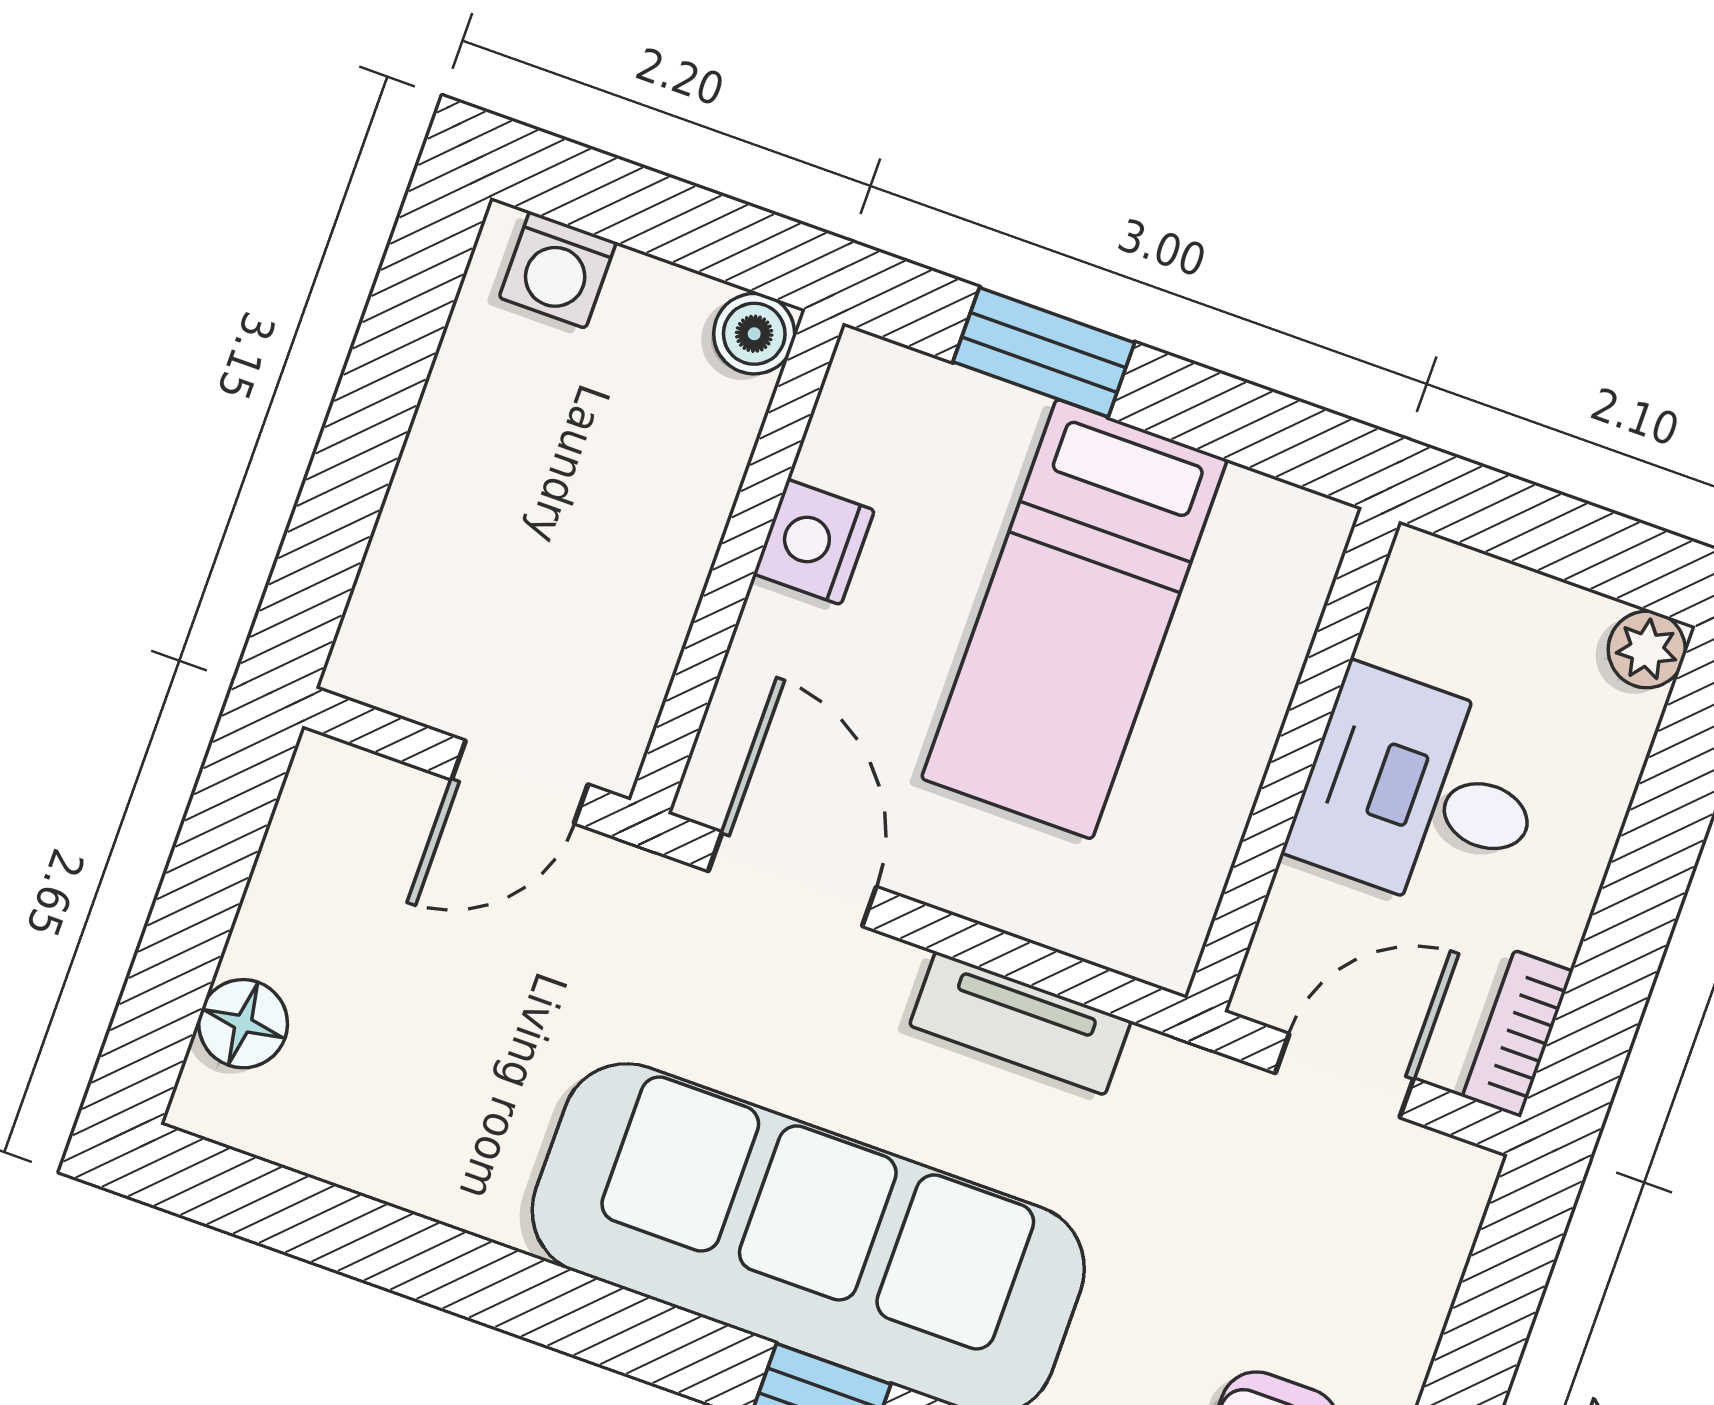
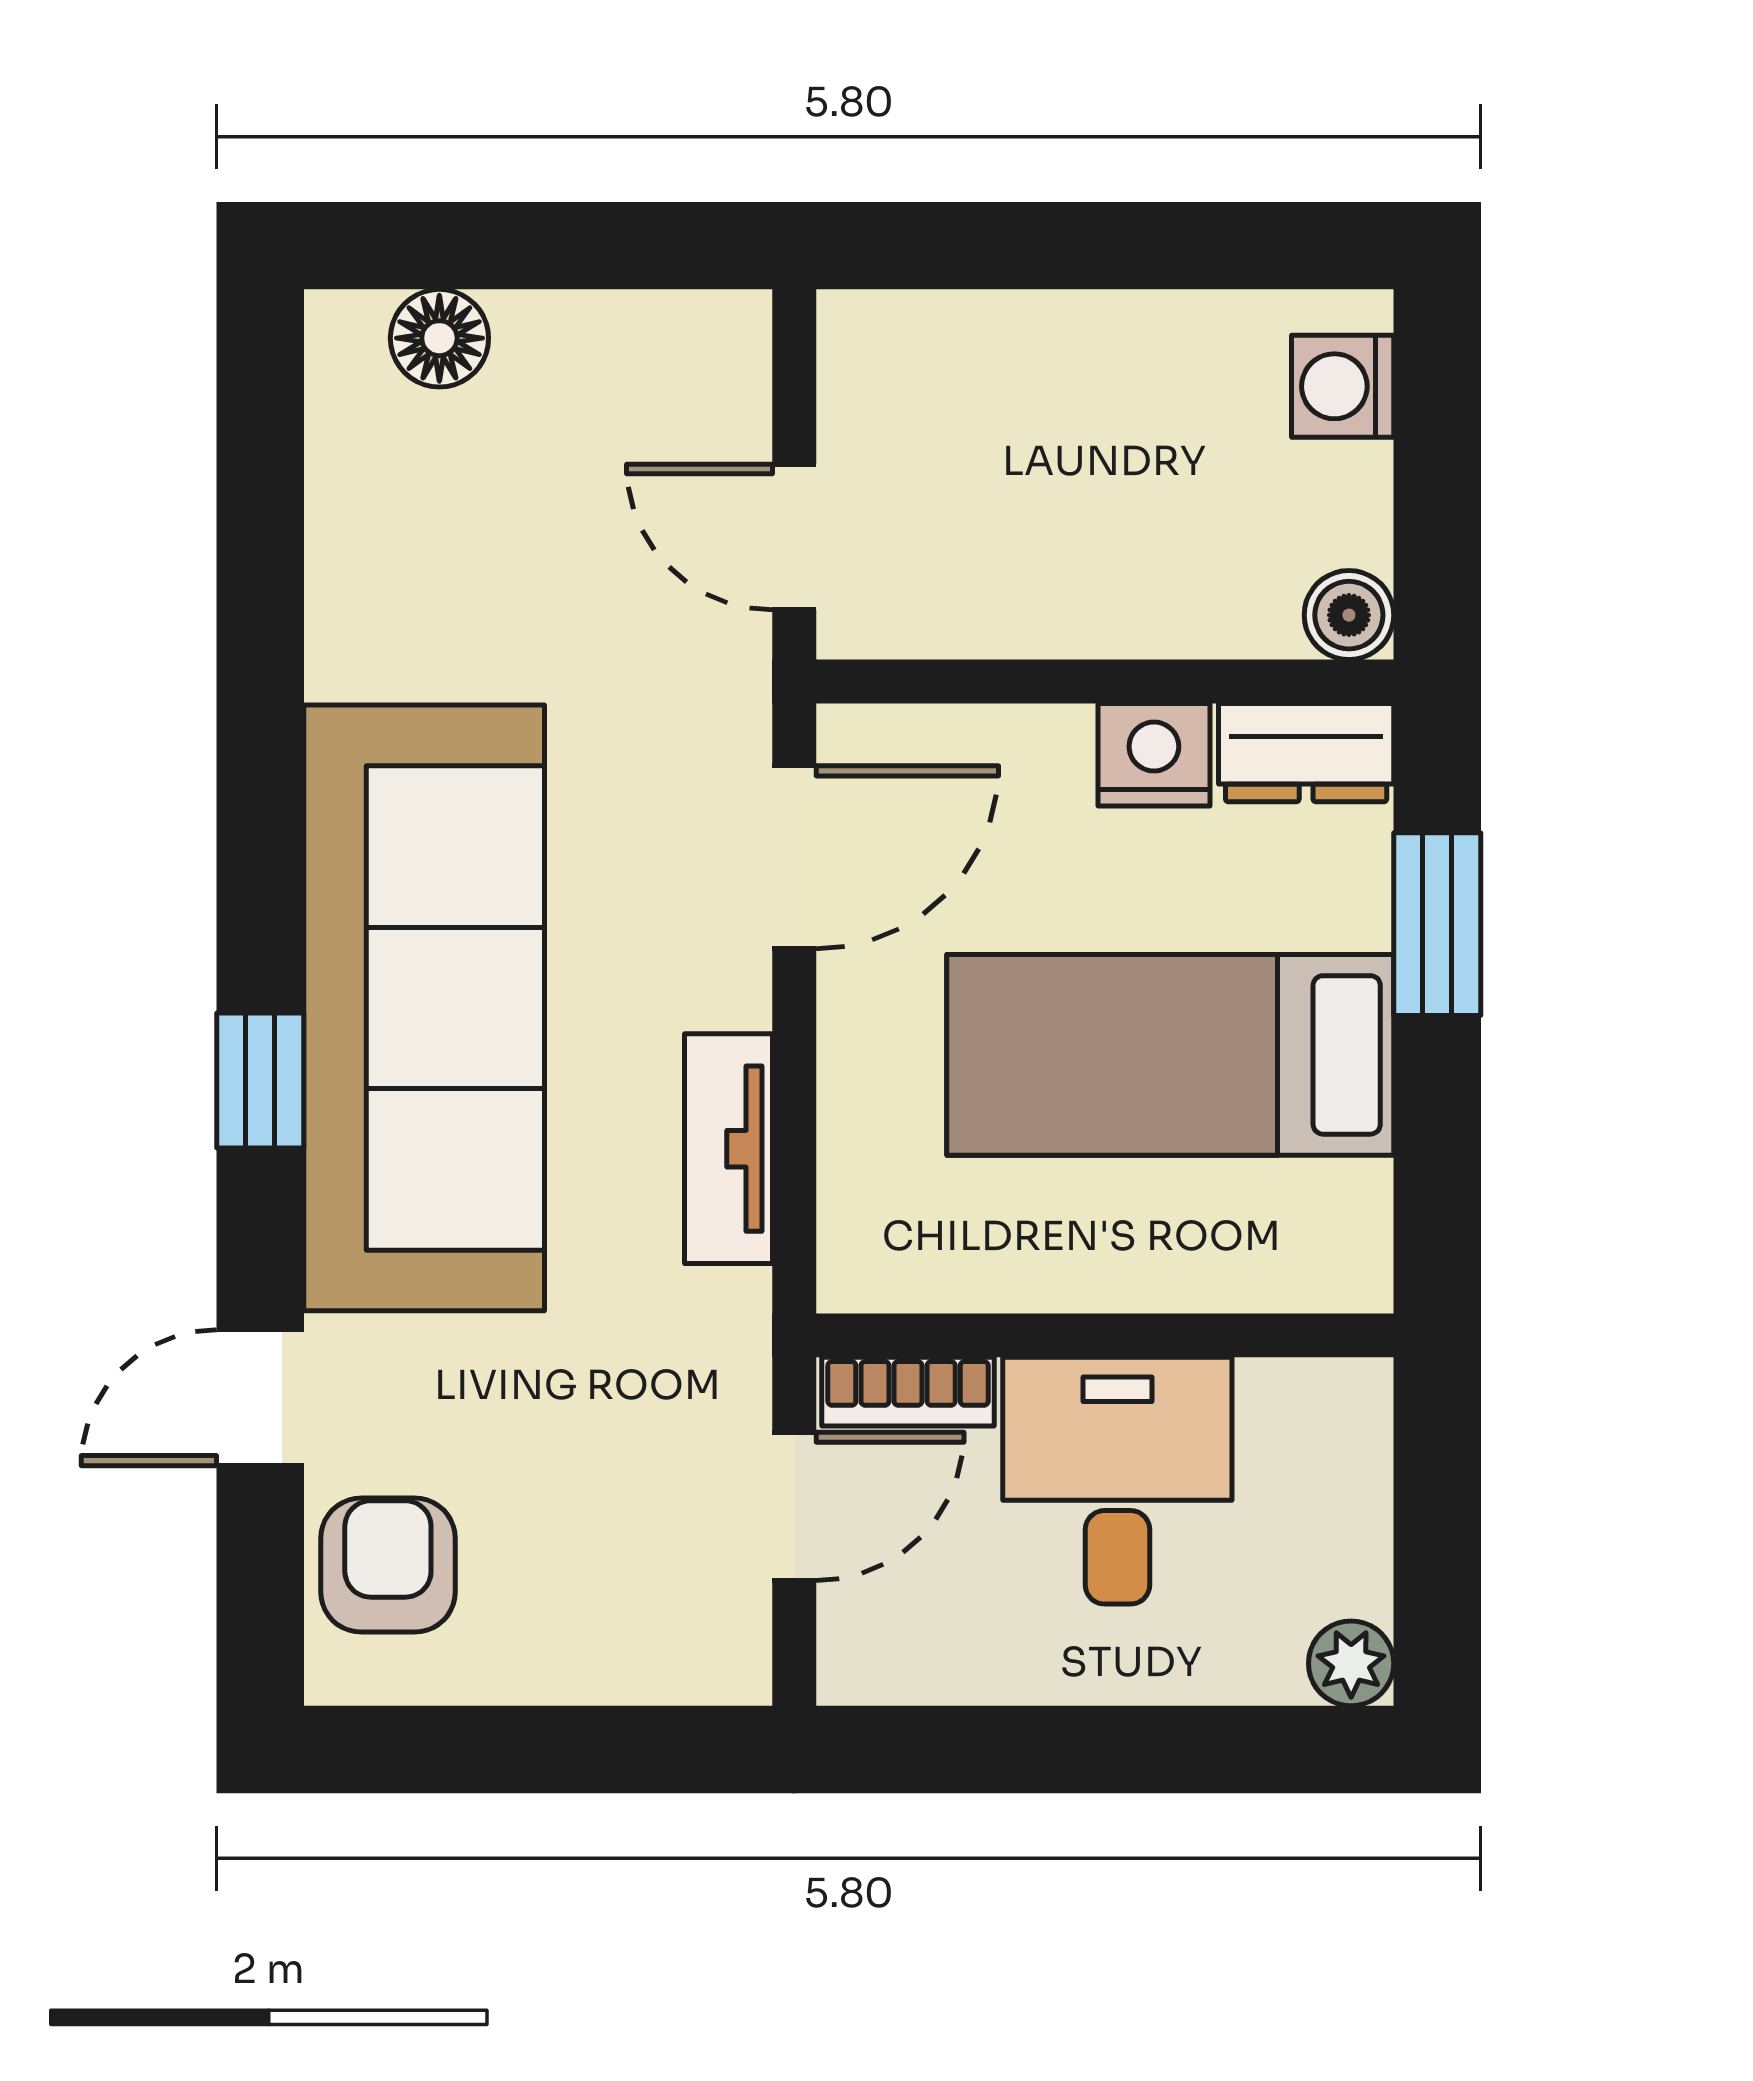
dresser: (858, 412) -> (1306, 753), added
bookcase: (1518, 1034) -> (908, 1392), moved, turned 180
door: (1344, 1076) -> (794, 1506), hinge flipped

